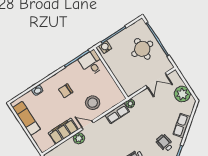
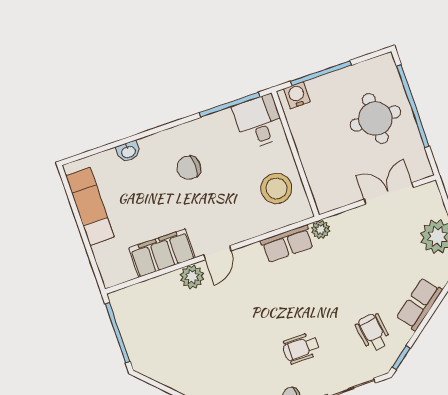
double door: (156, 80) -> (389, 193), swing flipped
stool: (93, 103) -> (276, 188), moved
door: (87, 125) -> (217, 253), swing flipped

